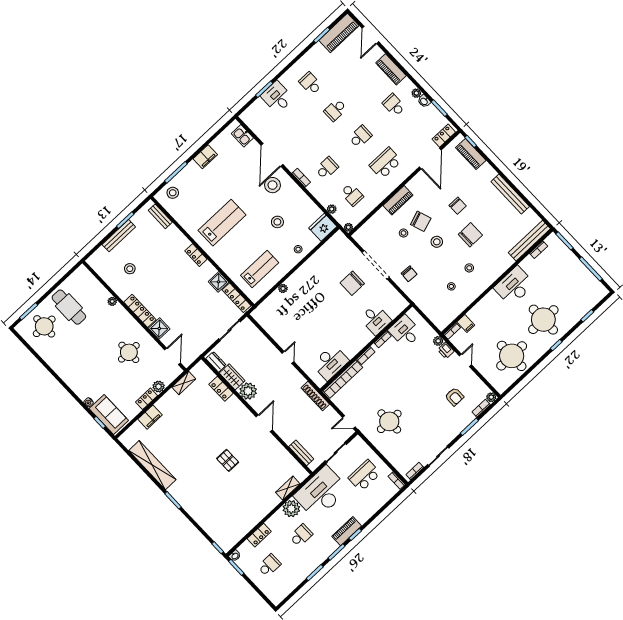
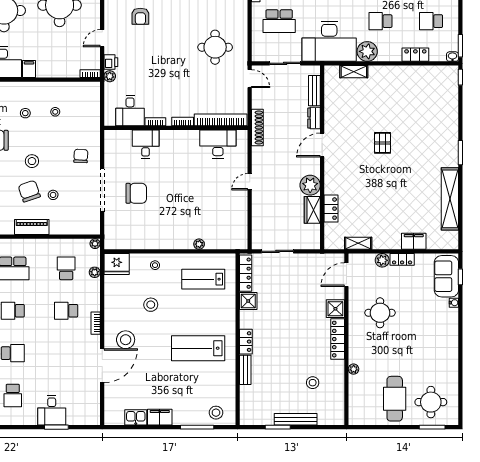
kitchen sink: (242, 136) -> (136, 417), moved, turned -90
bench: (160, 216) -> (245, 370), moved
filing cabinet: (466, 324) -> (29, 69), moved
dresser: (216, 362) -> (314, 118), moved
armchair: (454, 397) -> (140, 16), turned 180

